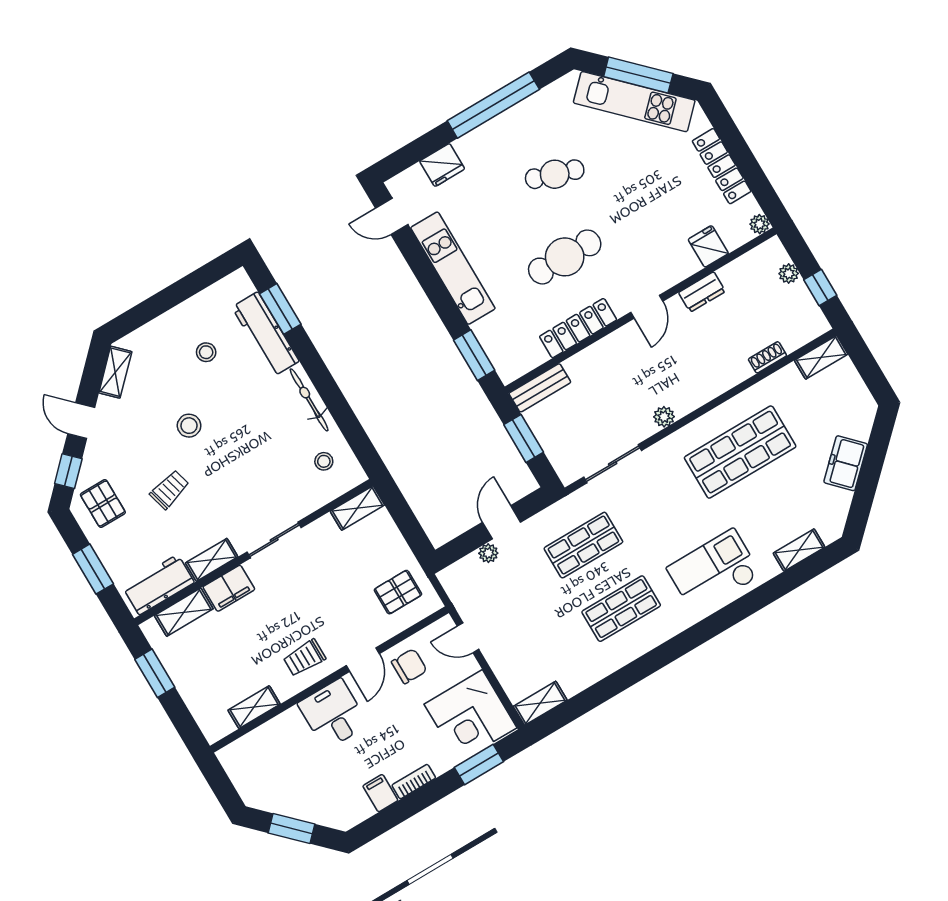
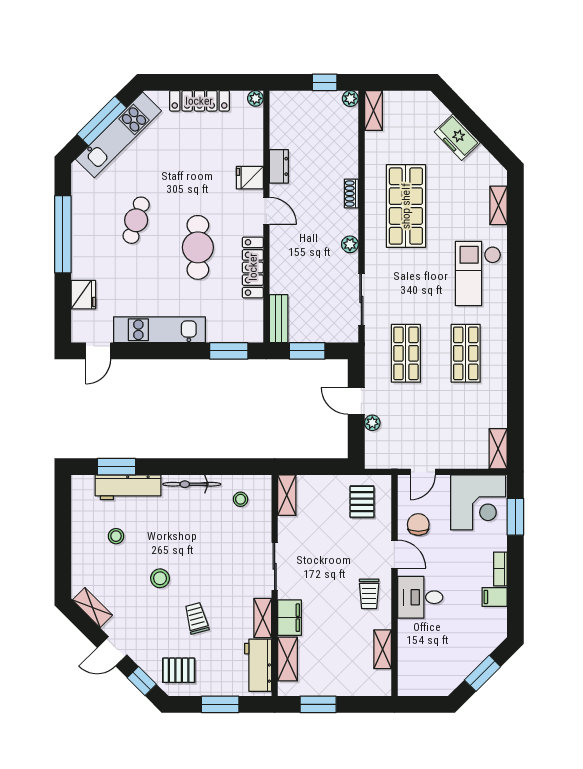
fridge: (708, 246) -> (250, 178), moved
plant: (789, 274) -> (350, 99), moved
shoe rack: (767, 357) -> (351, 194), moved

